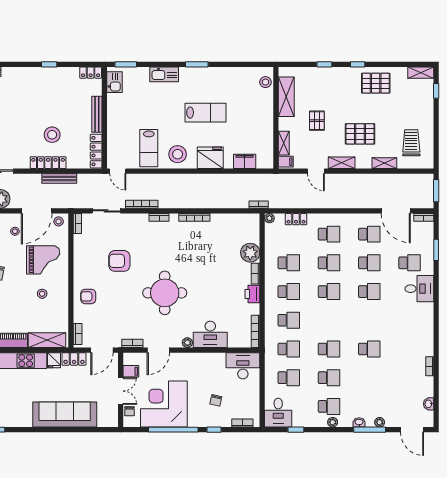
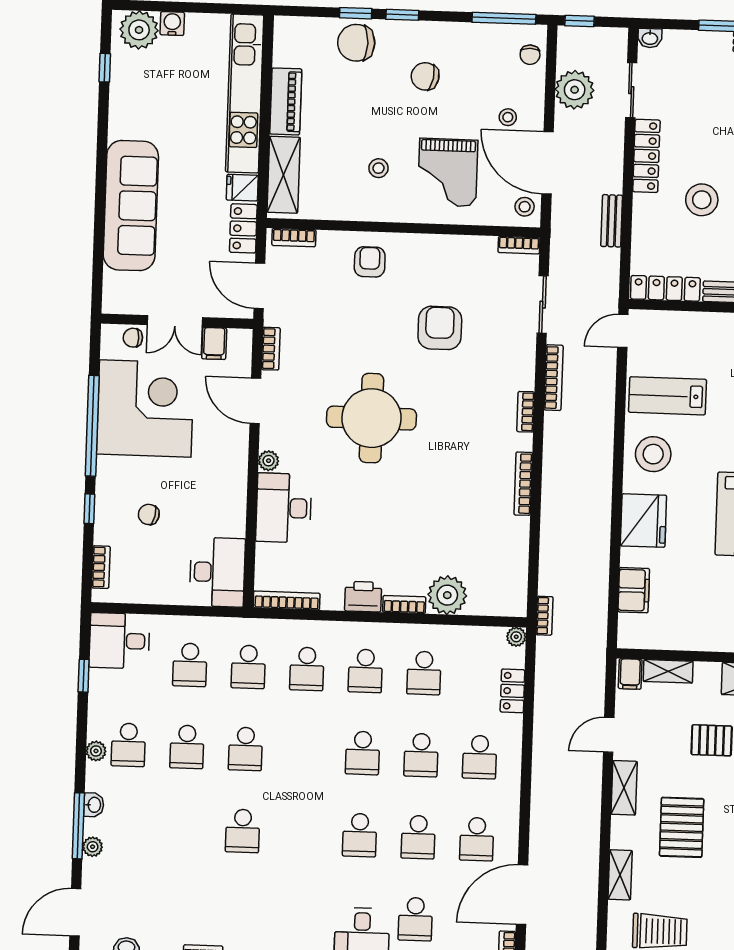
locker: (48, 163) -> (646, 156), moved
bench: (59, 179) -> (612, 221), width x0.73

